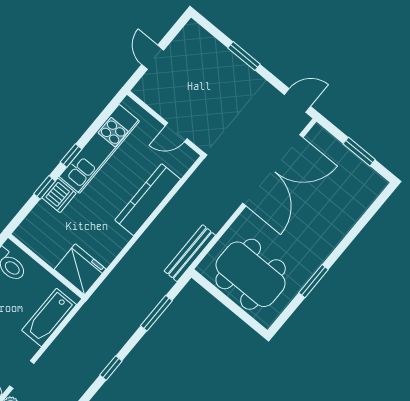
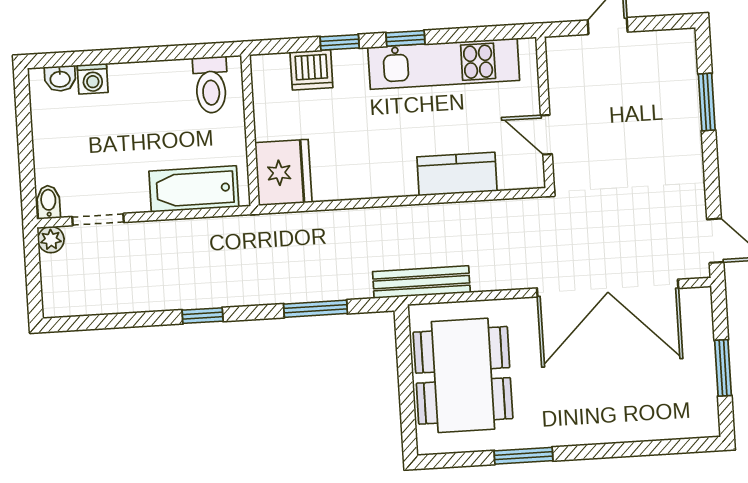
window: (244, 56) -> (707, 102), moved
dishwasher: (59, 195) -> (311, 70), moved
kitchen counter: (148, 200) -> (457, 174), width x0.67

